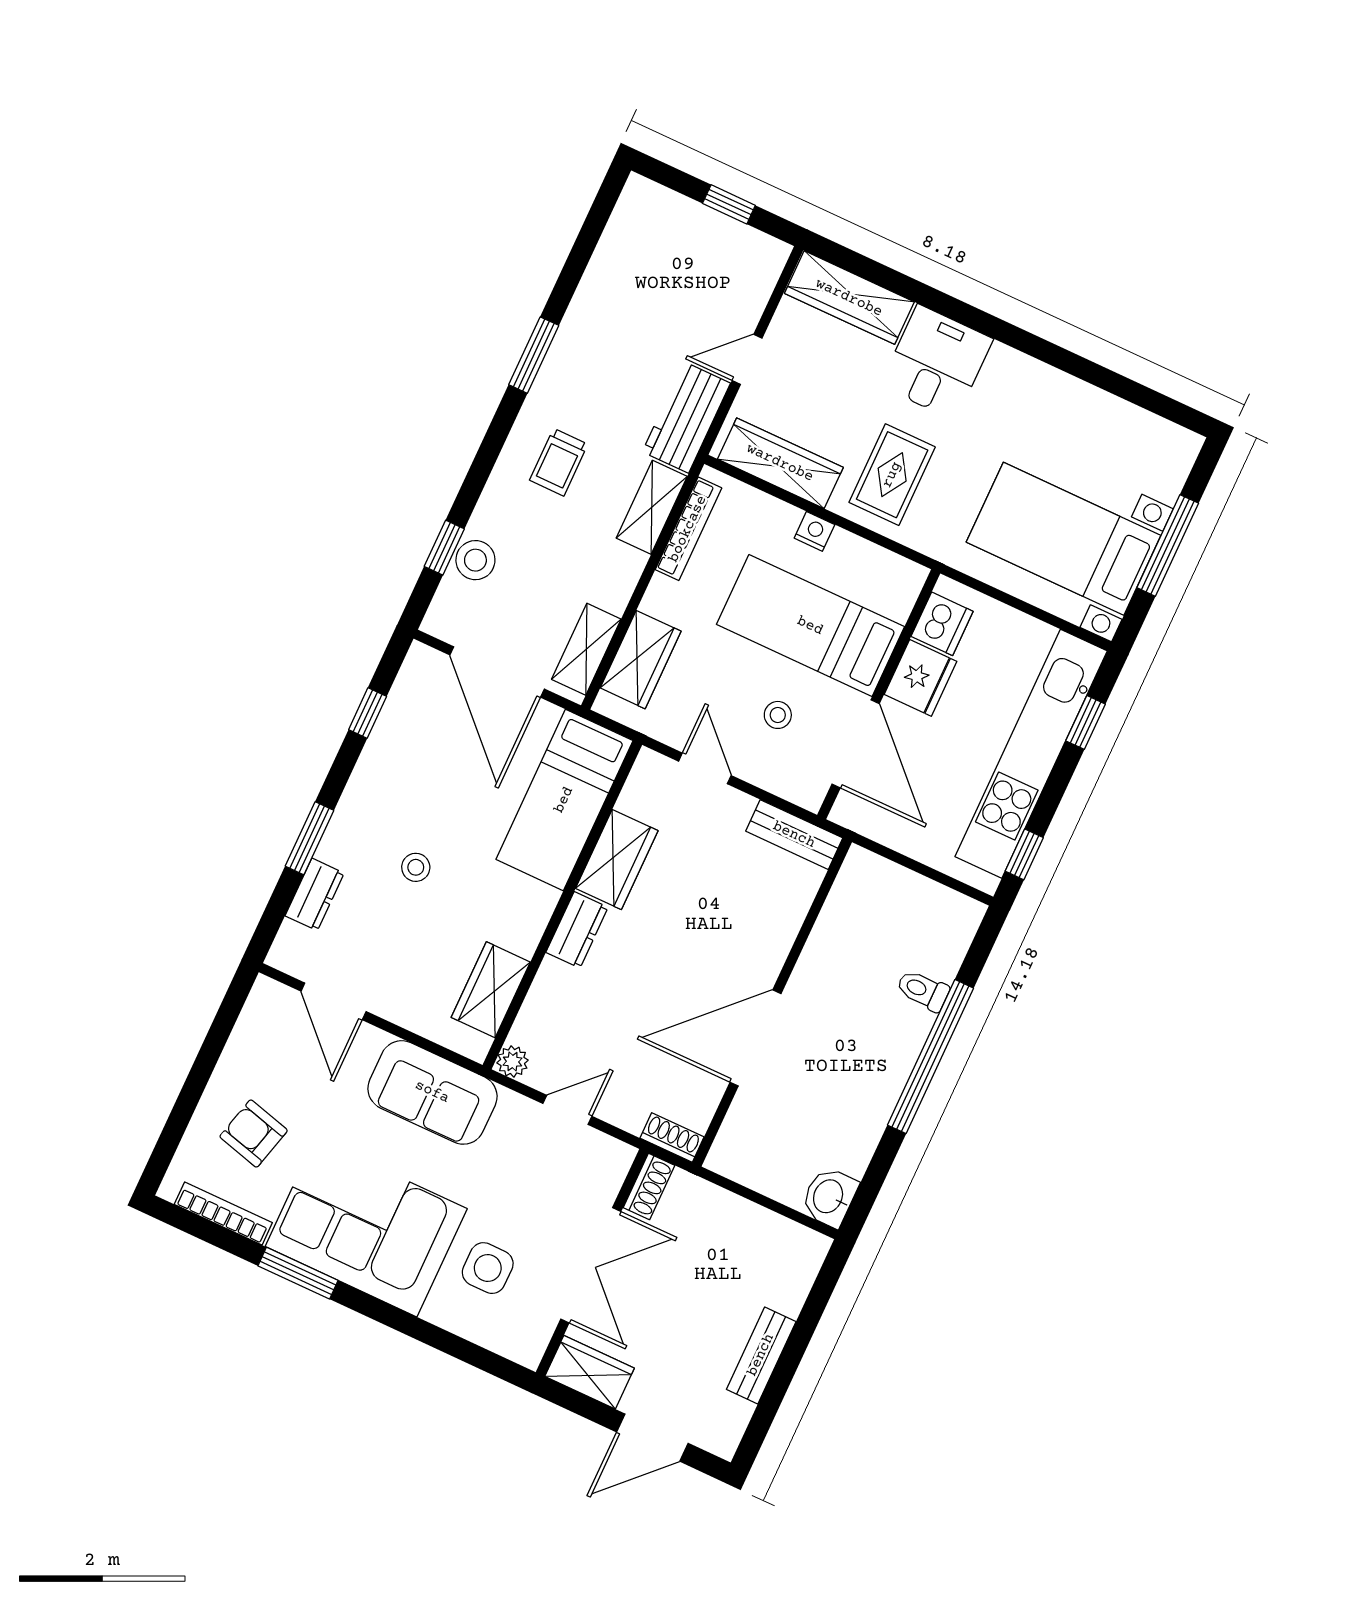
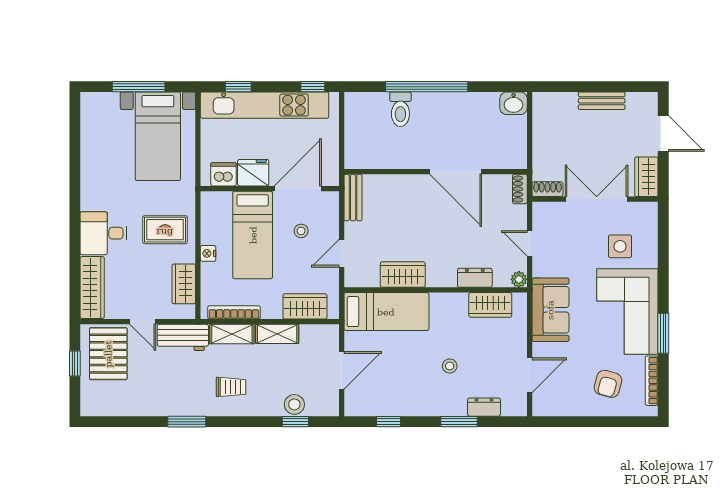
pallet: (719, 272) -> (108, 354), added
wardrobe: (780, 463) -> (184, 284), width x0.67
shelving: (586, 649) -> (277, 334), moved
door: (497, 672) -> (342, 370), width x0.73
dresser: (577, 930) -> (475, 278), moved
toilet: (923, 990) -> (400, 109), width x1.37, depth x1.39

